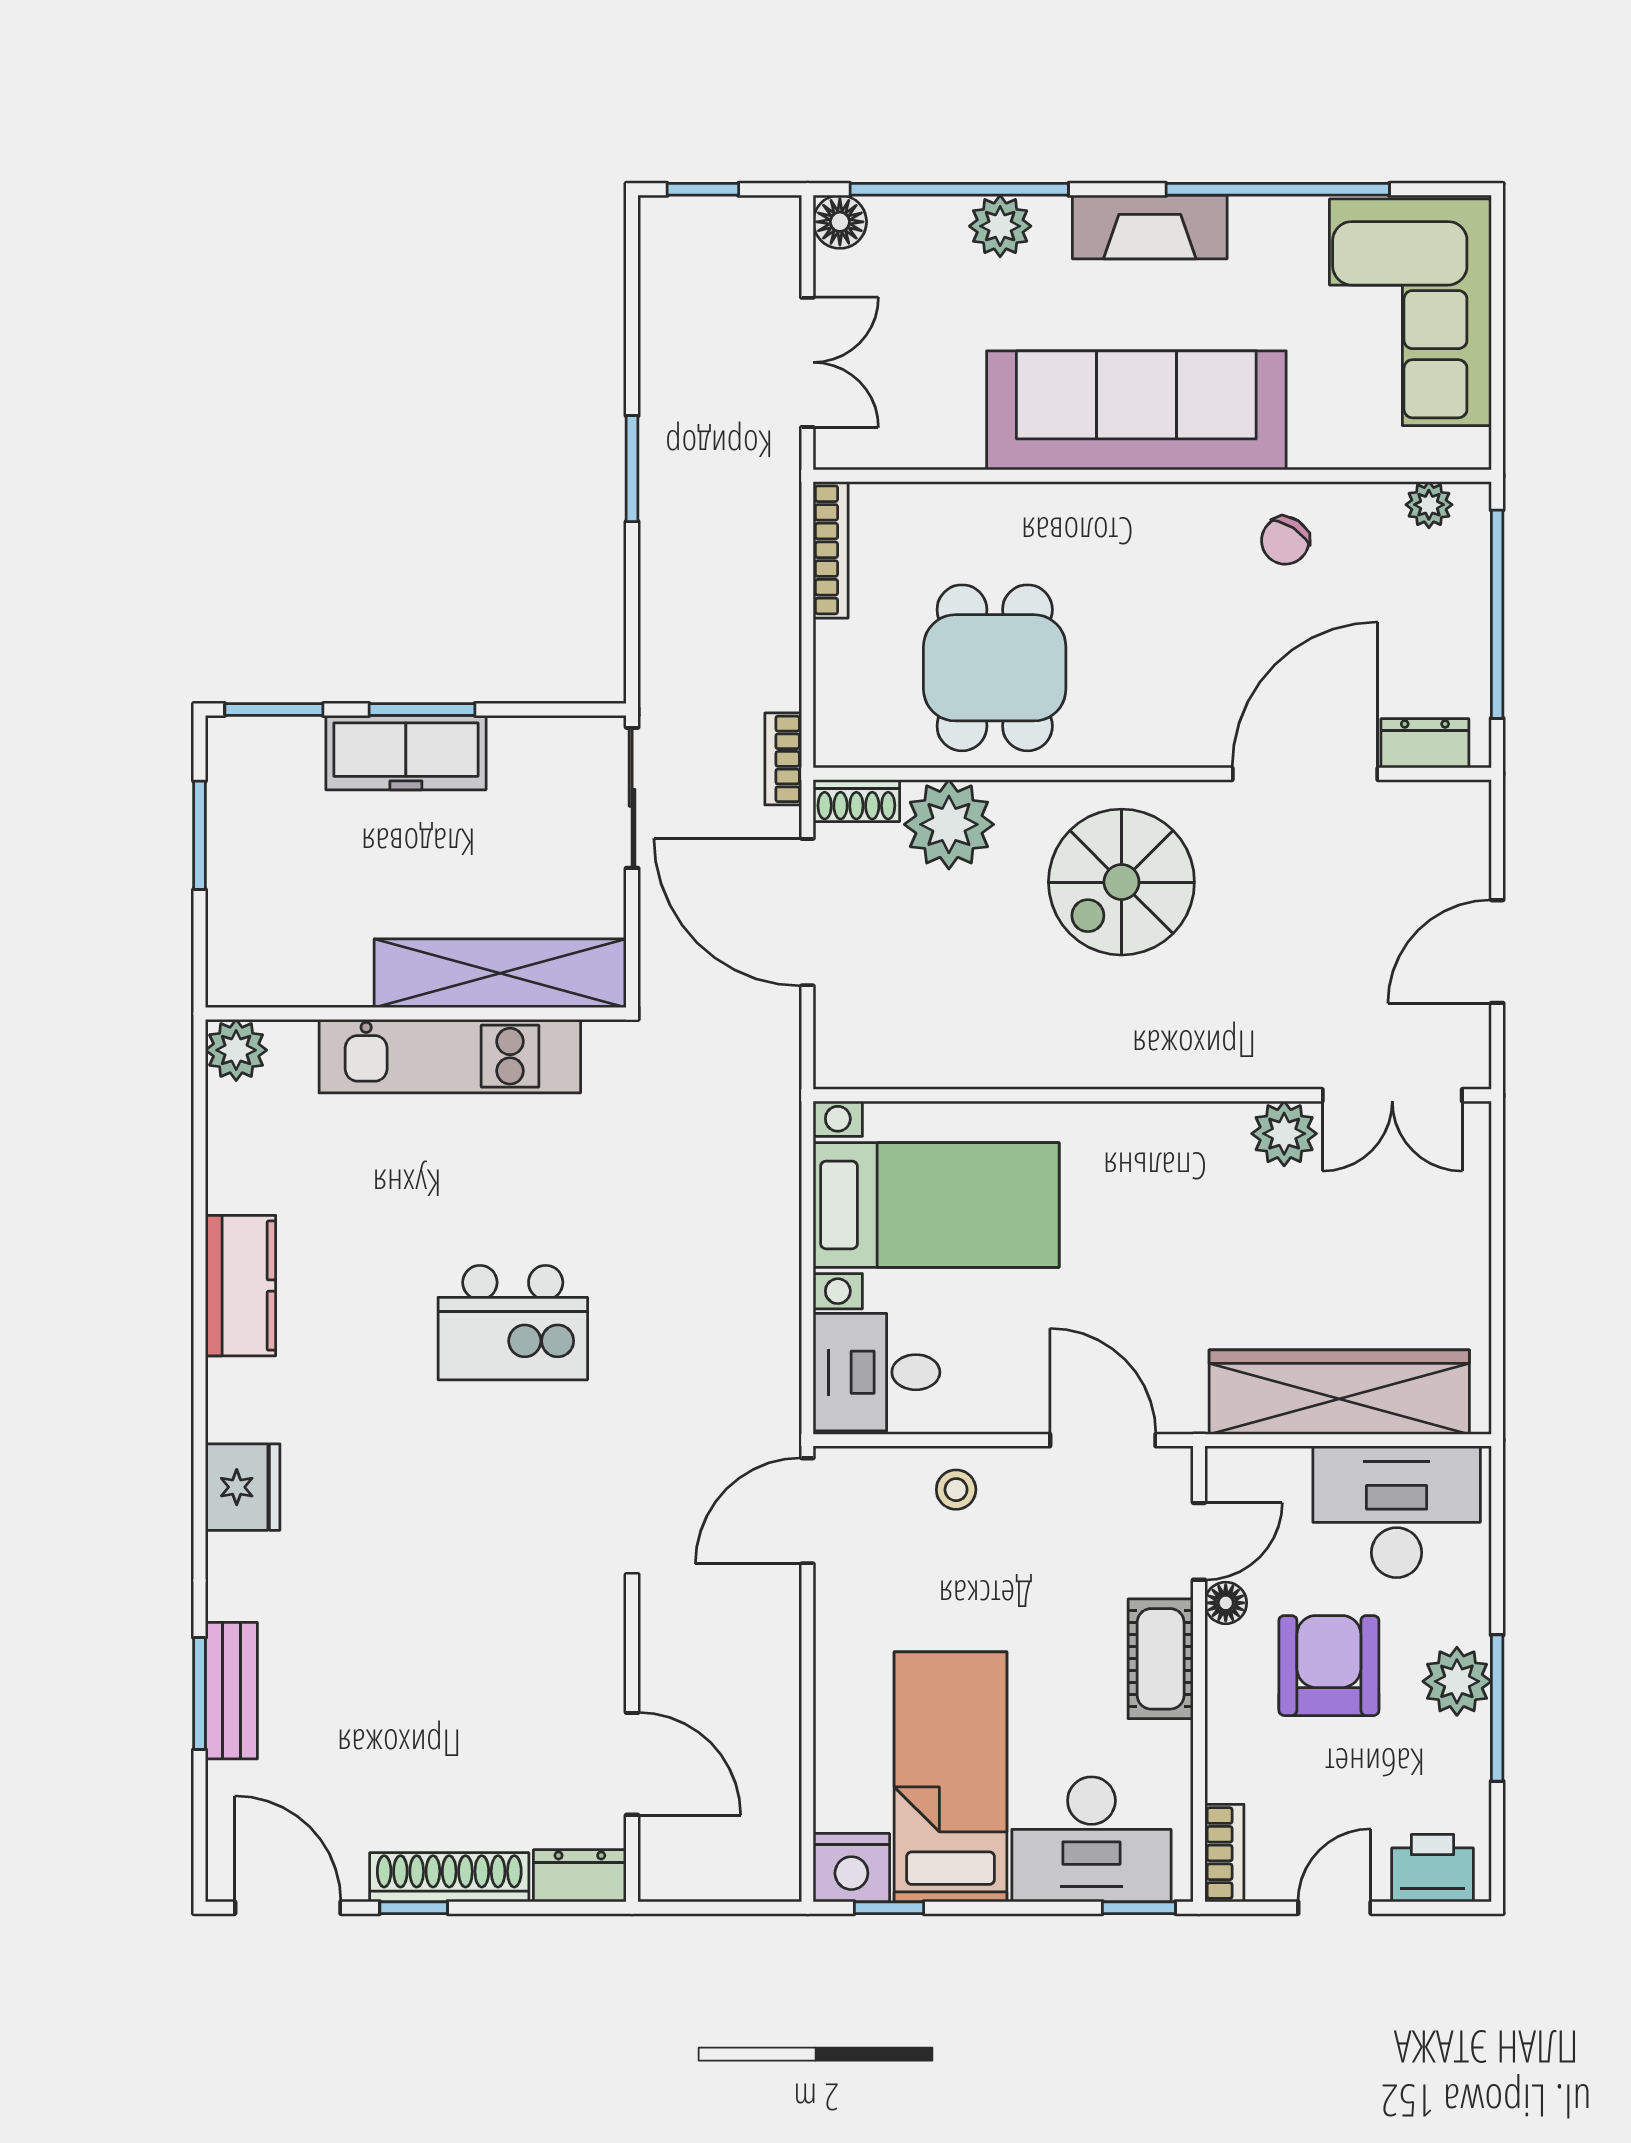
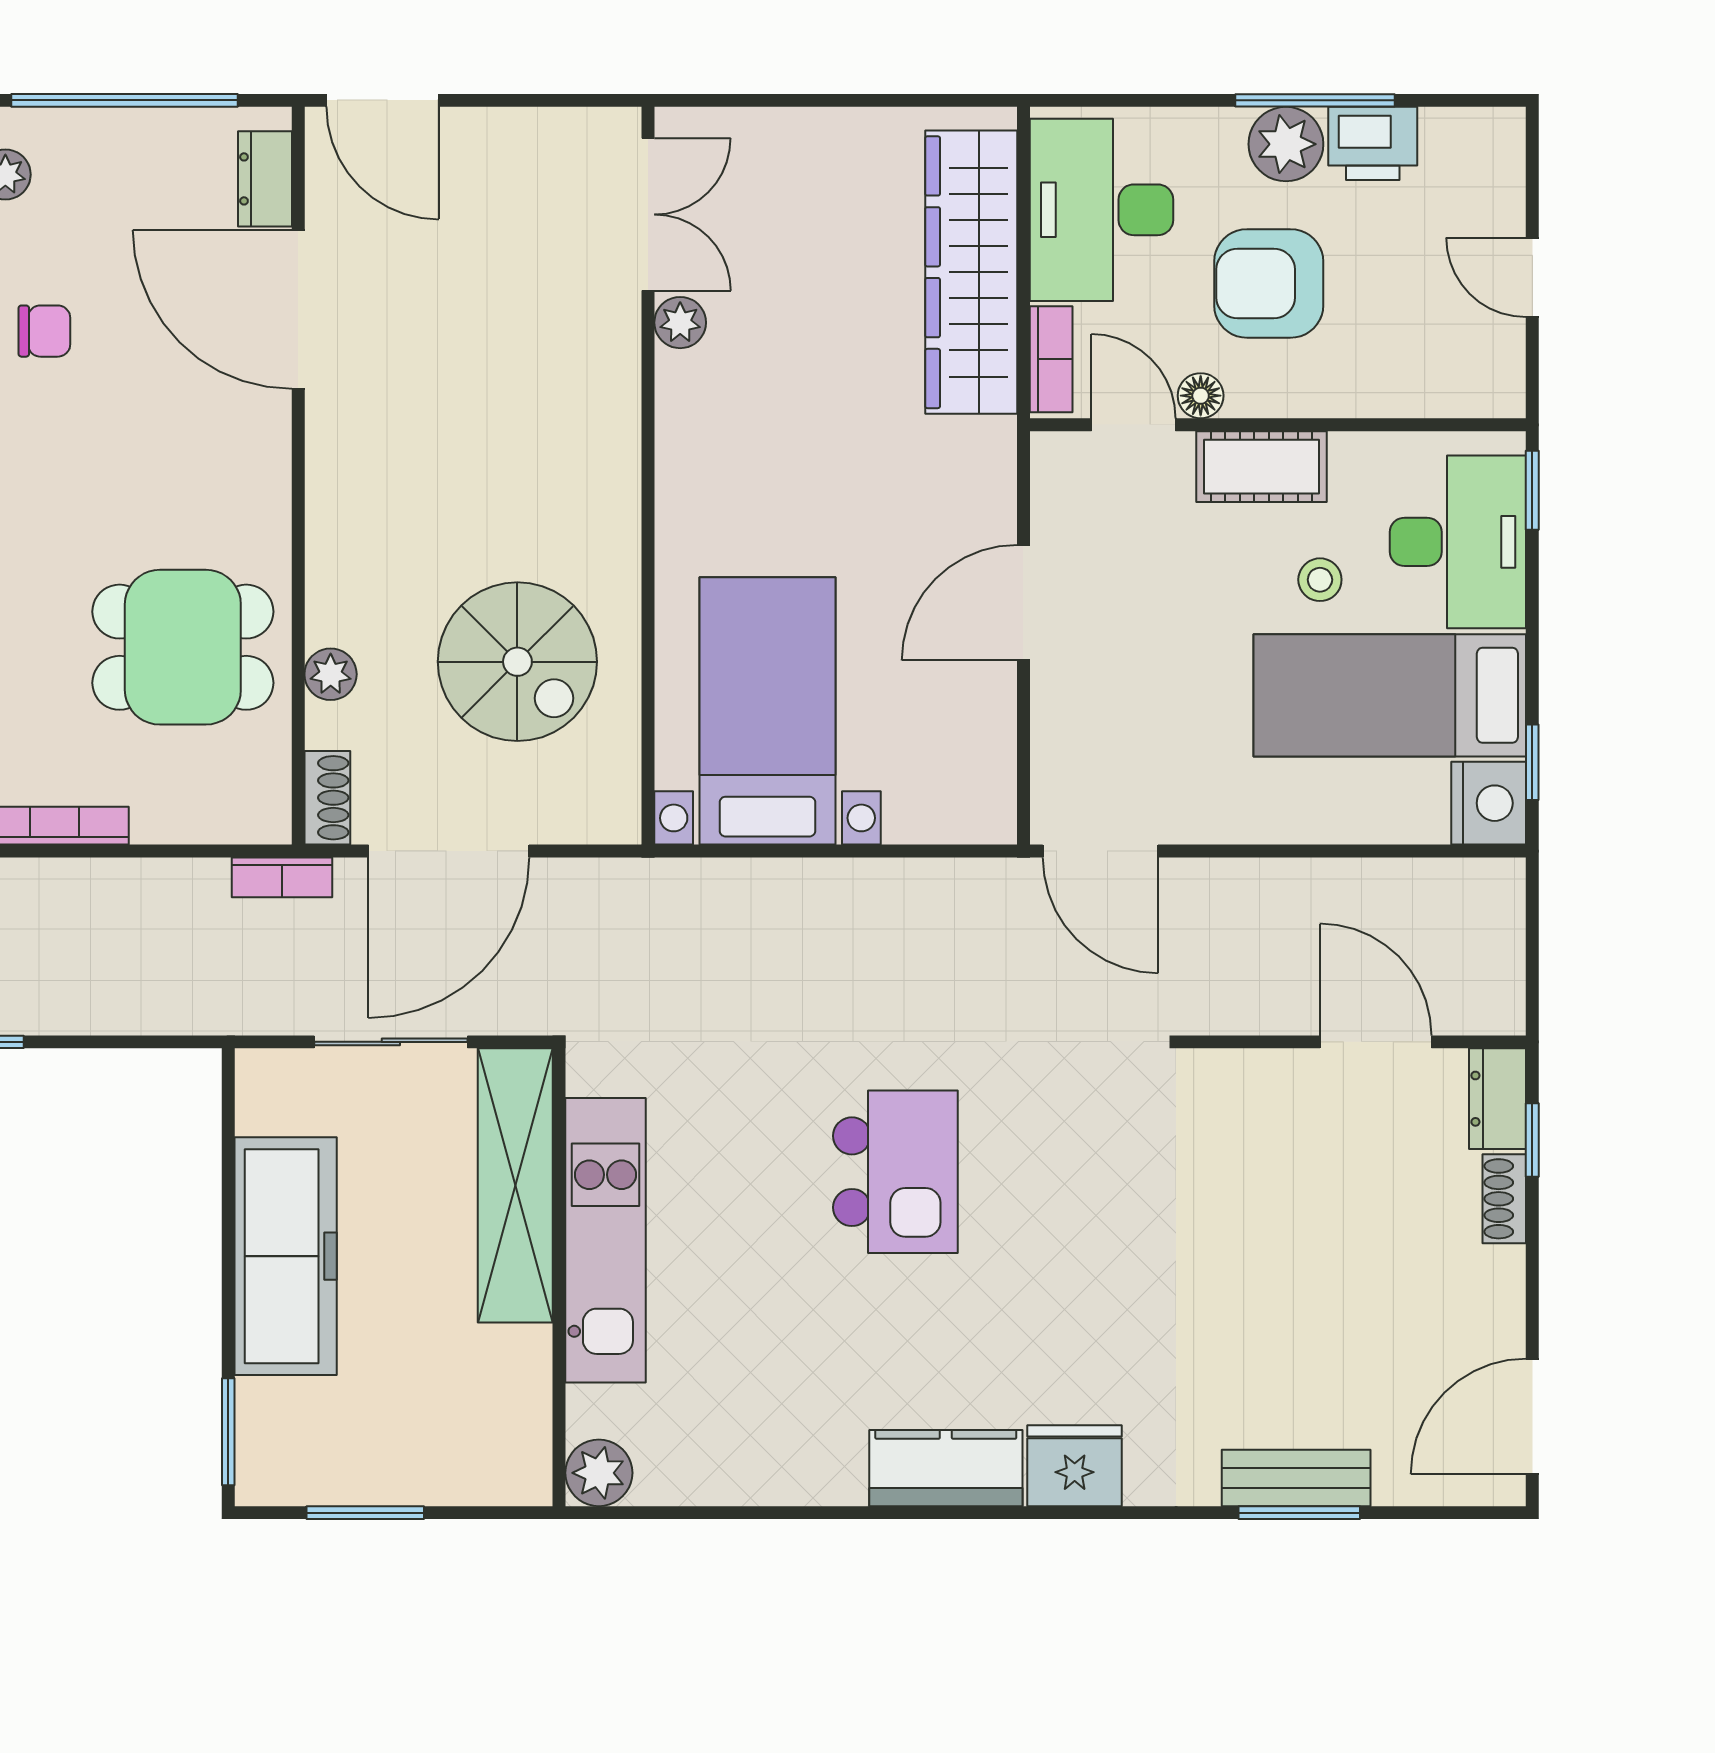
chair: (1285, 541) -> (44, 331), turned -33
window: (422, 710) -> (228, 1271), removed
freezer: (406, 753) -> (286, 1256), width x1.36, depth x1.26
sliding door: (632, 798) -> (391, 1042), moved
plant: (949, 824) -> (331, 674), width x0.53, depth x0.53
spiral stairs: (1121, 882) -> (517, 662), moved
door: (1497, 952) -> (383, 100), moved
plant: (1284, 1134) -> (680, 323), width x0.73, depth x0.73
kitchen counter: (241, 1286) -> (946, 1468), moved
desk: (877, 1372) -> (949, 776), removed
door: (1103, 1440) -> (1023, 603), moved
stool: (956, 1490) -> (1320, 580), moved
door: (632, 1764) -> (1376, 1042), hinge flipped
bookcase: (1224, 1853) -> (1051, 359), moved, turned 90
printer: (1432, 1868) -> (1373, 143), moved, turned -90
shoe rack: (449, 1877) -> (1504, 1199), width x0.51, depth x0.81
window: (414, 1908) -> (1532, 1140), moved

